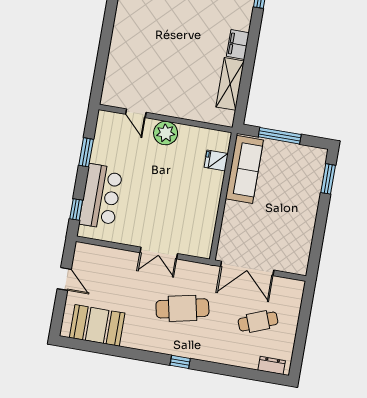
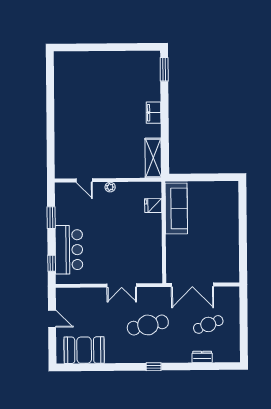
shelving: (230, 84) -> (153, 158), moved
plant: (166, 133) -> (110, 187), width x0.53, depth x0.53
window: (280, 136) -> (199, 177), removed
window: (328, 179) -> (243, 204), removed
dresser: (272, 365) -> (202, 357), moved

